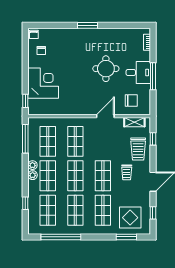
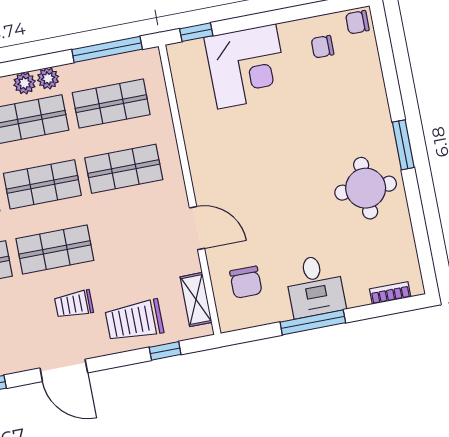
round table: (106, 69) -> (366, 188), moved

